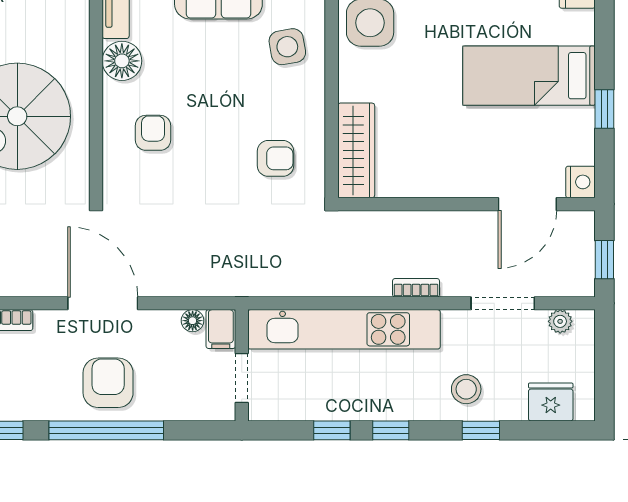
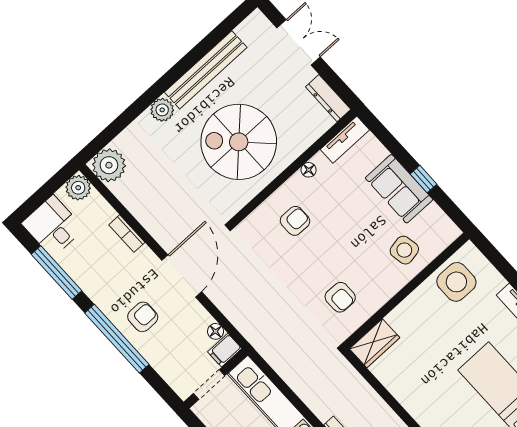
floor lamp: (122, 61) -> (309, 170), width x0.53, depth x0.53
wardrobe: (356, 150) -> (375, 343), width x0.67
armchair: (108, 383) -> (143, 317), width x0.72, depth x0.72

